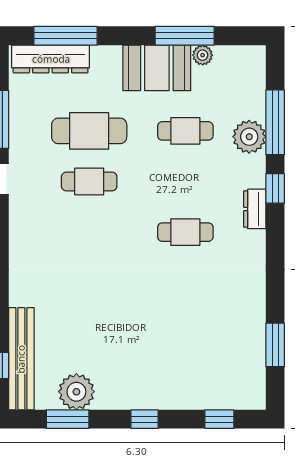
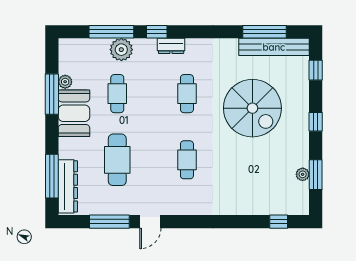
cafe table: (89, 181) -> (187, 160), moved
spiral stairs: (164, 327) -> (252, 108), added
window: (275, 345) -> (265, 32), width x1.44
bench: (21, 359) -> (274, 47), moved
plant: (76, 392) -> (303, 174), width x0.53, depth x0.53

